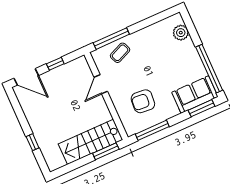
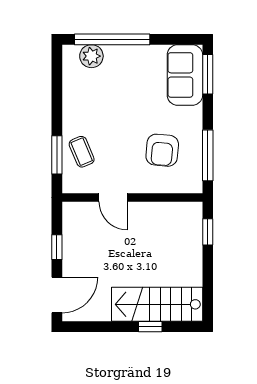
window: (111, 39) -> (57, 155), width x0.69
window: (209, 69) -> (112, 39), moved
stairs: (90, 142) -> (157, 304), moved, turned 90
window: (106, 151) -> (208, 232), width x0.67

